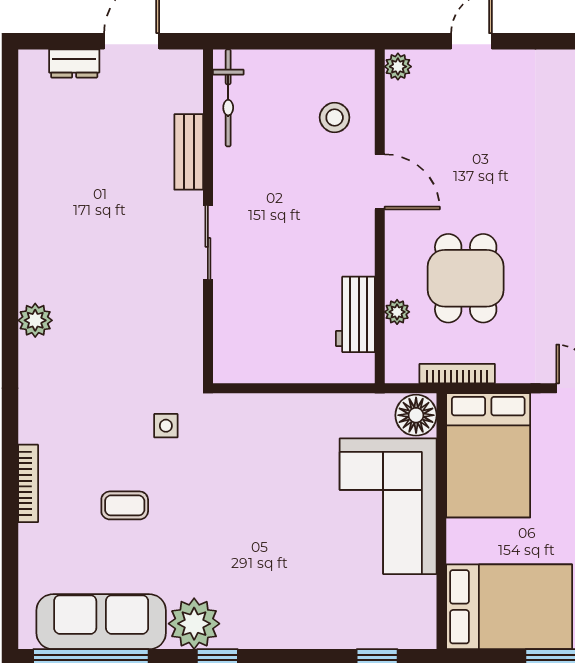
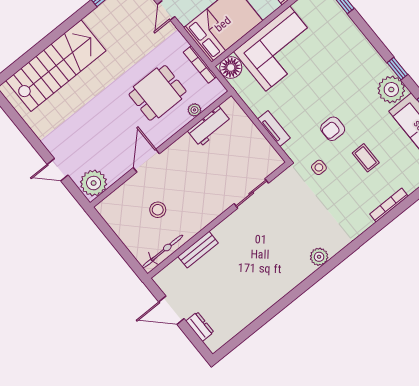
plant: (398, 67) -> (94, 183), width x1.88, depth x1.88
stool: (335, 117) -> (158, 210), moved
sliding door: (208, 242) -> (251, 193), moved
tv unit: (276, 406) -> (274, 129), added
armchair: (206, 492) -> (333, 129), added

